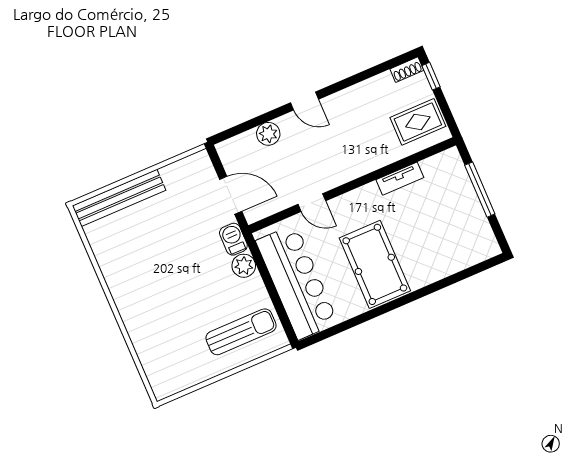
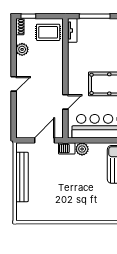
rug: (418, 122) -> (48, 32), turned 90
plant: (268, 134) -> (22, 49), moved
tv unit: (400, 179) -> (72, 30), moved
bench: (119, 198) -> (22, 177), moved

